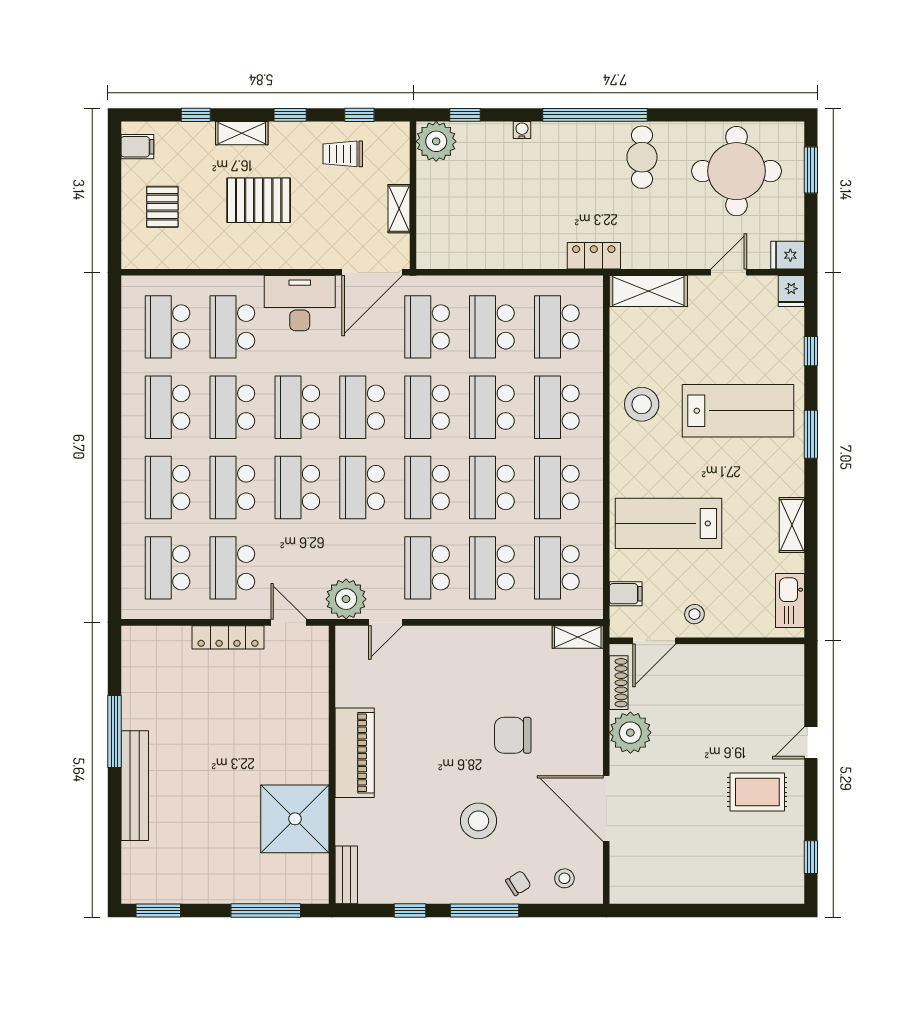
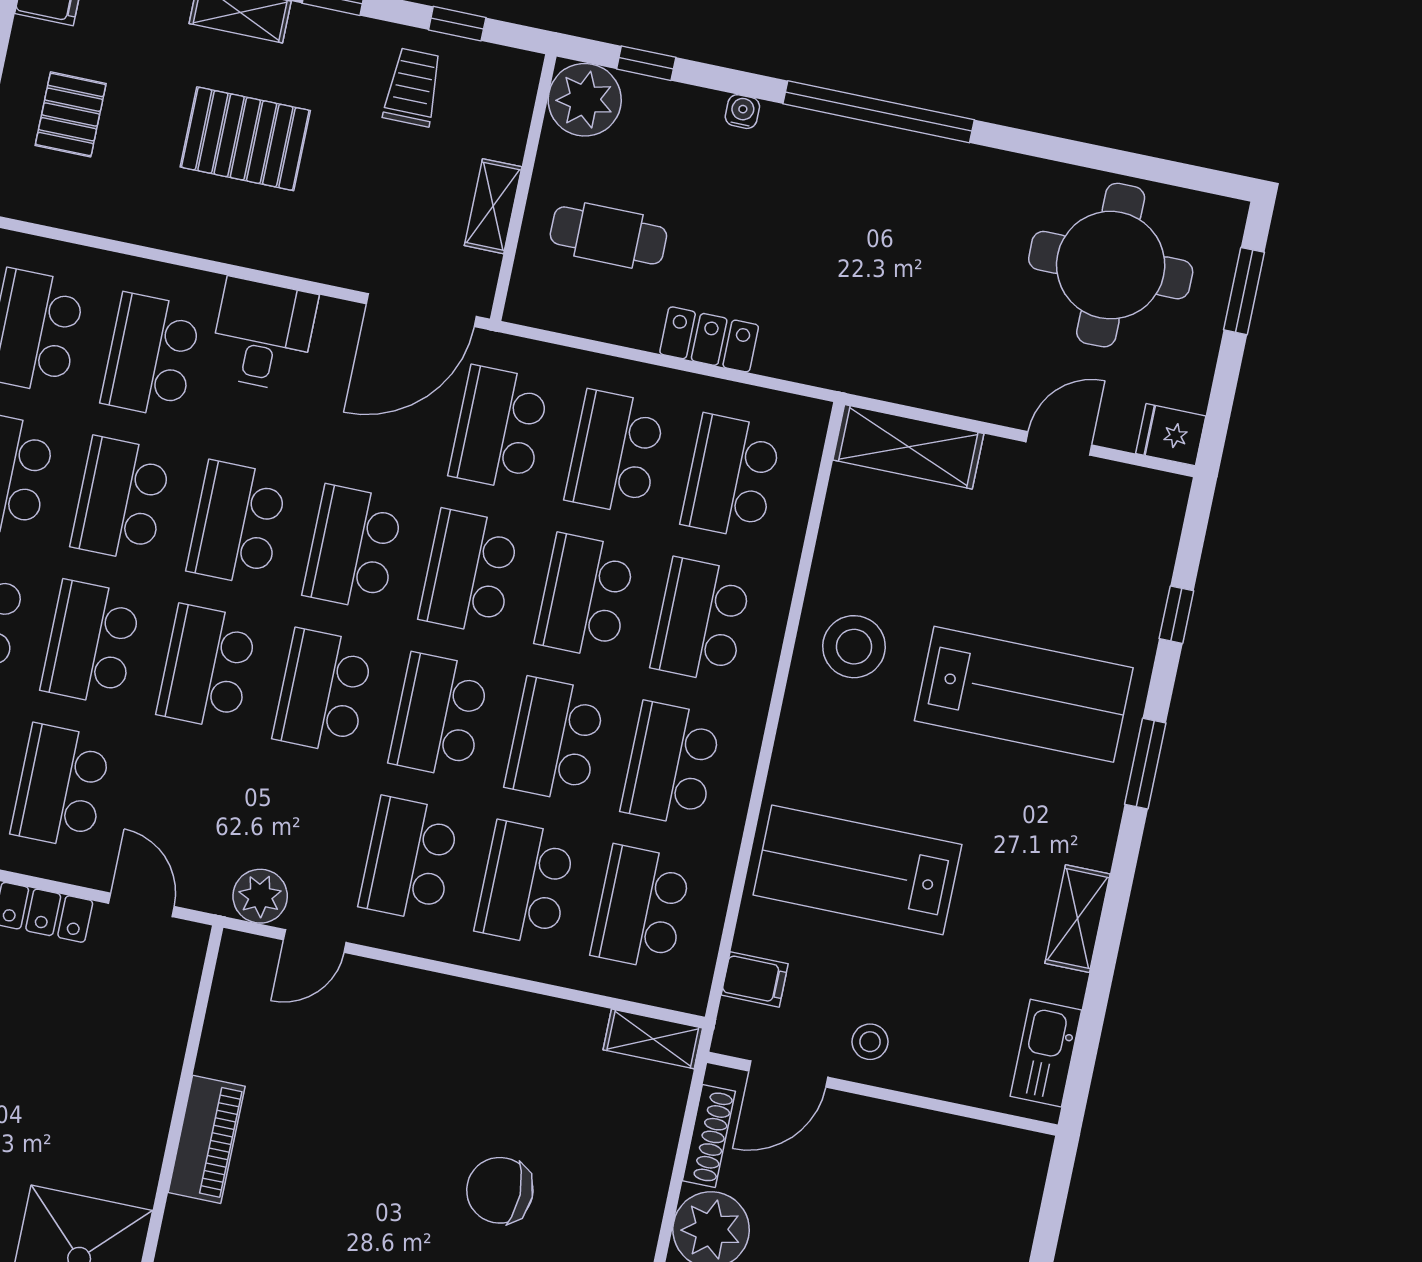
trolley: (343, 154) -> (413, 87), turned 90
cafe table: (642, 157) -> (608, 235), moved, turned 90
locker: (594, 256) -> (709, 339), moved
fridge: (791, 291) -> (1164, 500), removed
desk: (300, 303) -> (263, 335), width x0.73
plant: (346, 599) -> (260, 896), width x0.73, depth x0.73
piano: (355, 753) -> (207, 1139), width x0.73, depth x0.75

